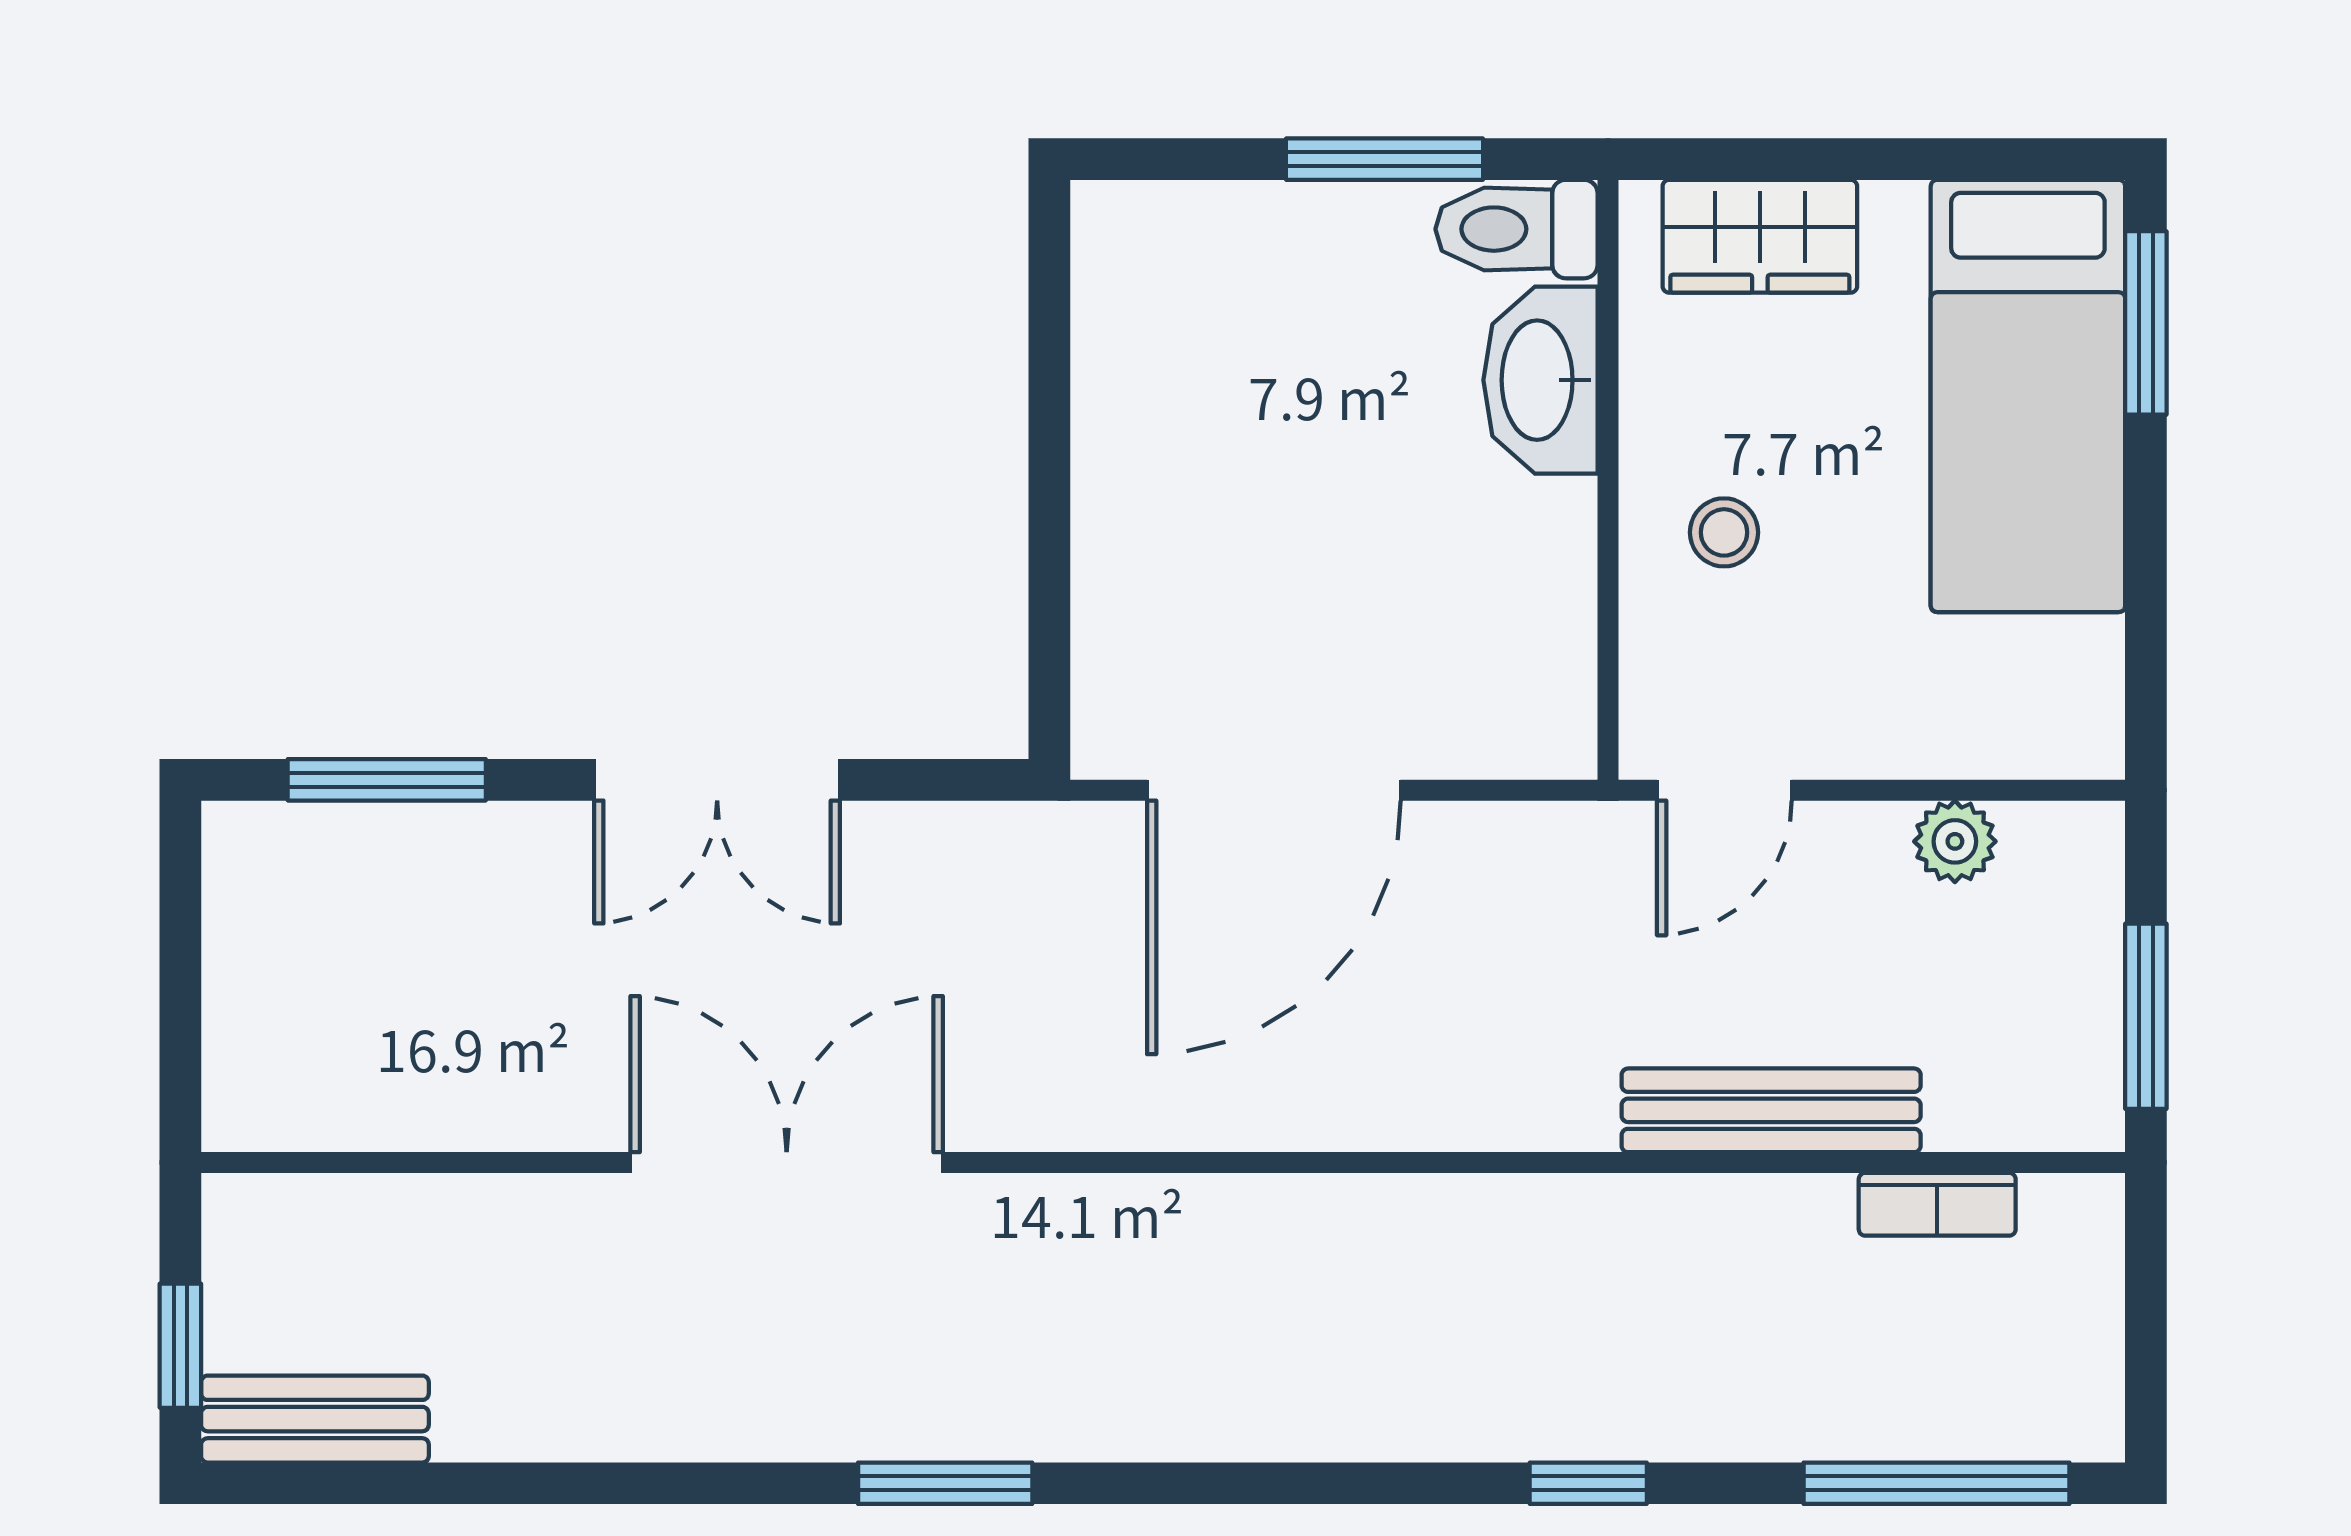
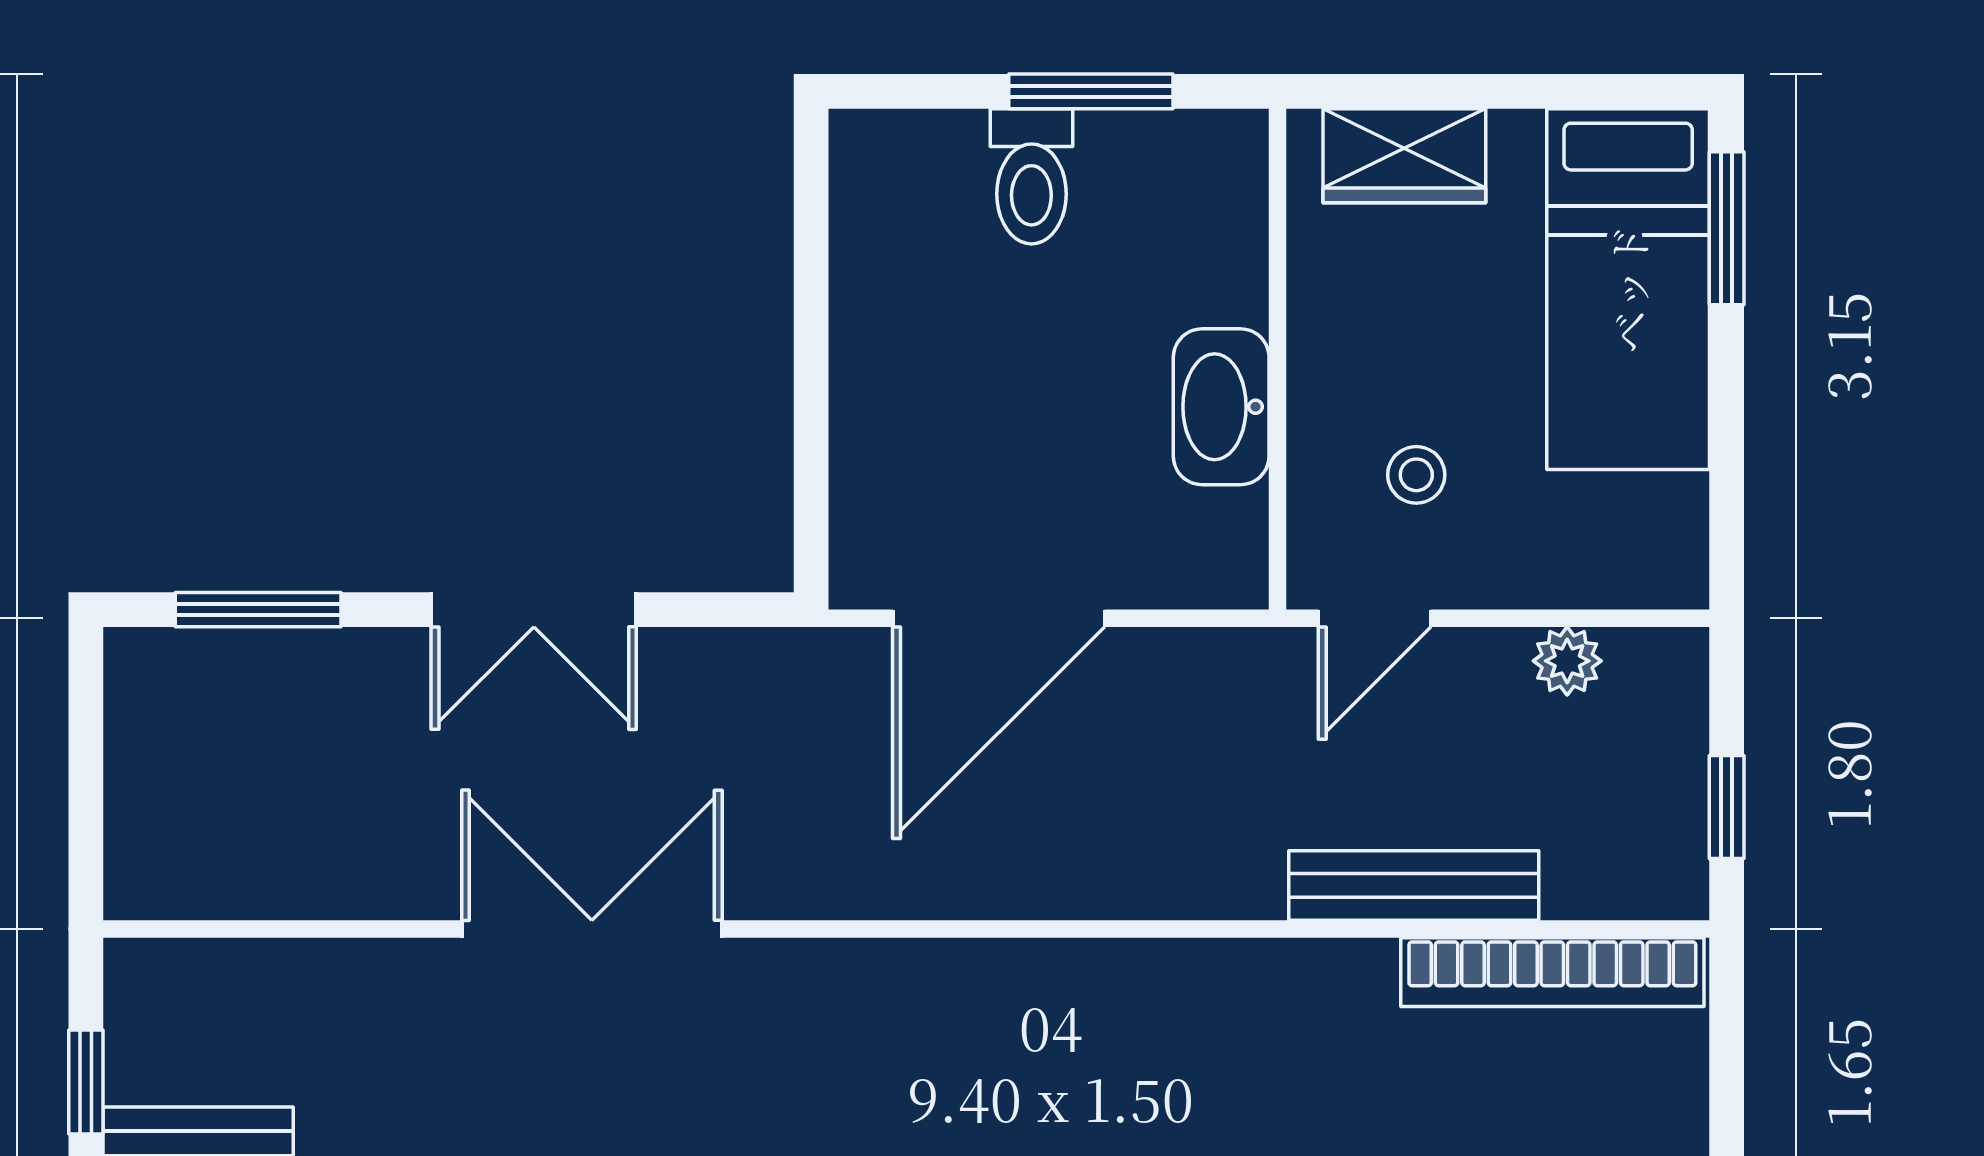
toilet: (1517, 229) -> (1031, 176), moved, turned -90
washbasin: (1540, 380) -> (1221, 407), moved
stool: (1724, 532) -> (1416, 475), moved
window: (2146, 1016) -> (1727, 807), width x0.67
bookcase: (1937, 1204) -> (1552, 972), width x2.31, depth x1.31

